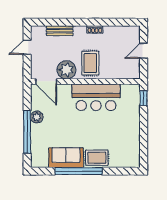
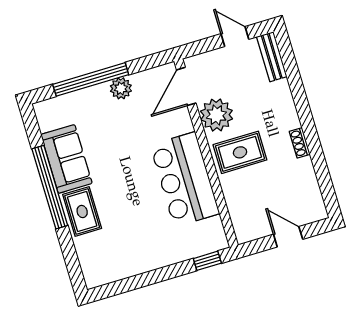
bench: (60, 31) -> (272, 57), moved

